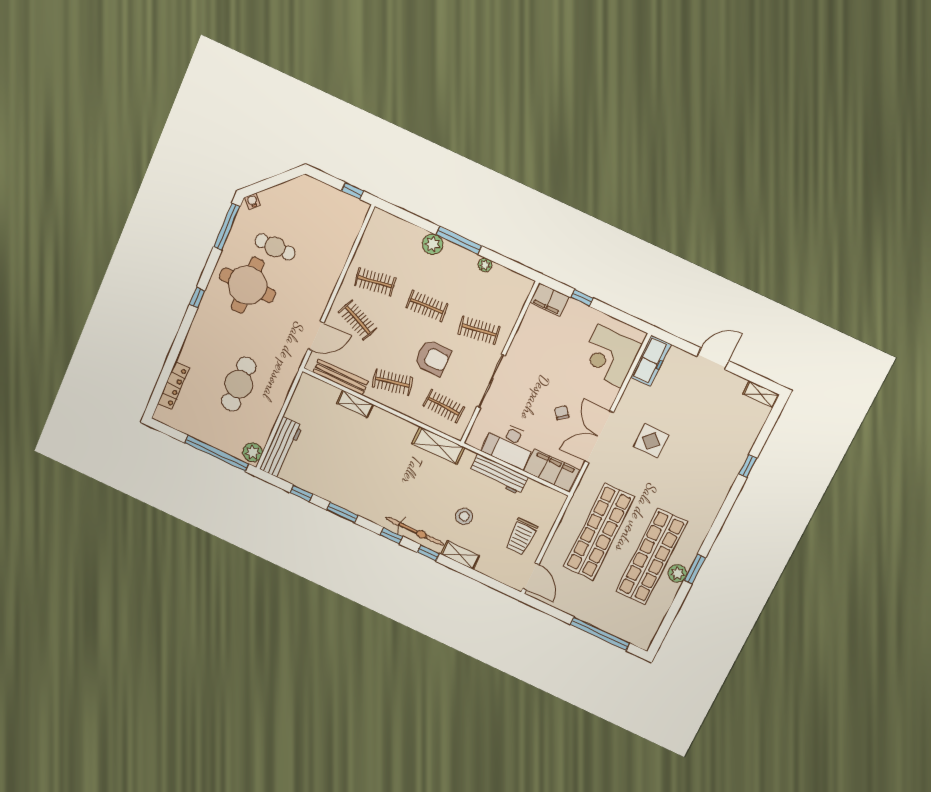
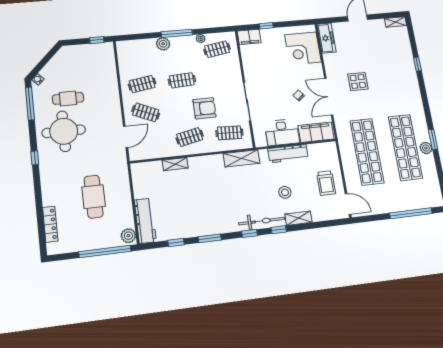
clothes rail: (479, 330) -> (217, 49), moved
bench: (341, 377) -> (156, 153), removed

